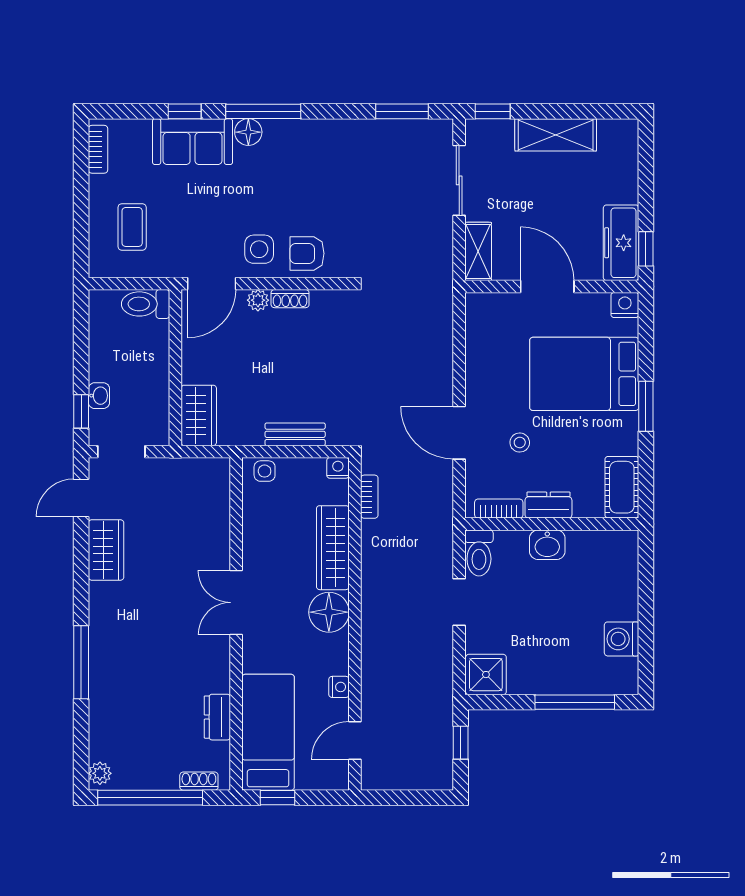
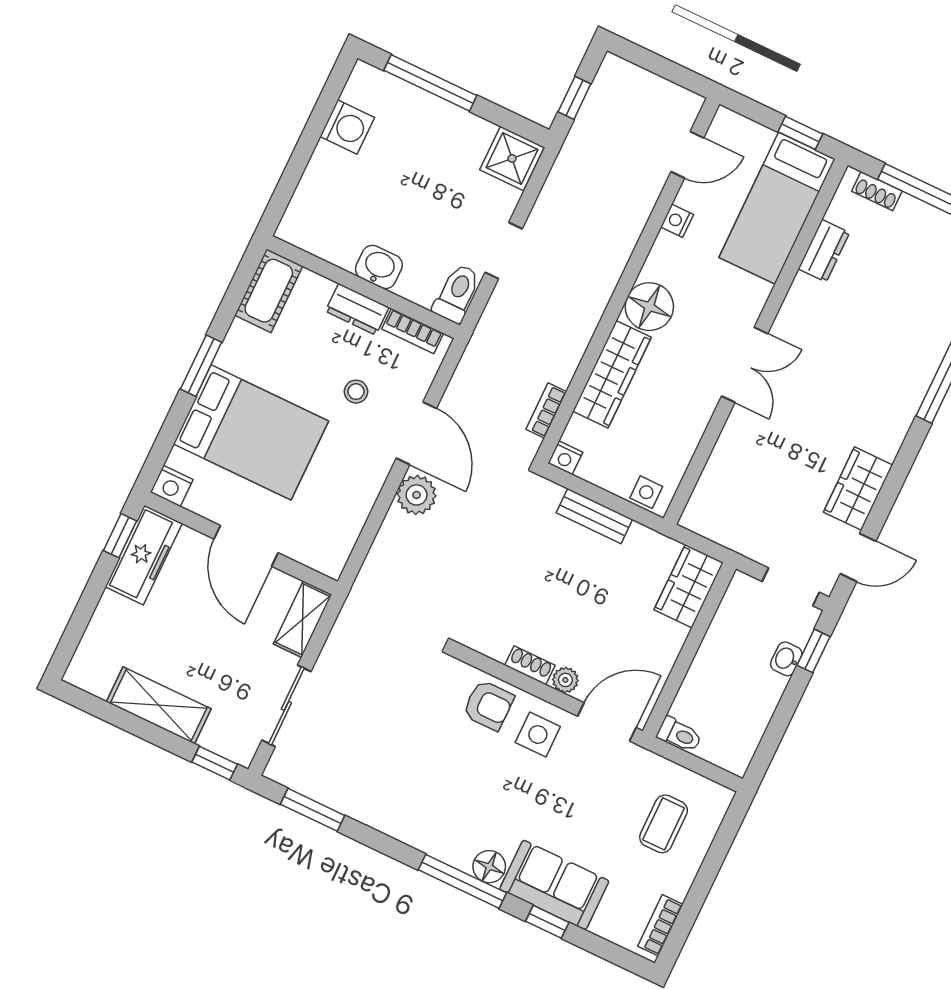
toilet: (146, 304) -> (679, 735), width x0.73, depth x0.72
plant: (437, 386) -> (417, 495), added

